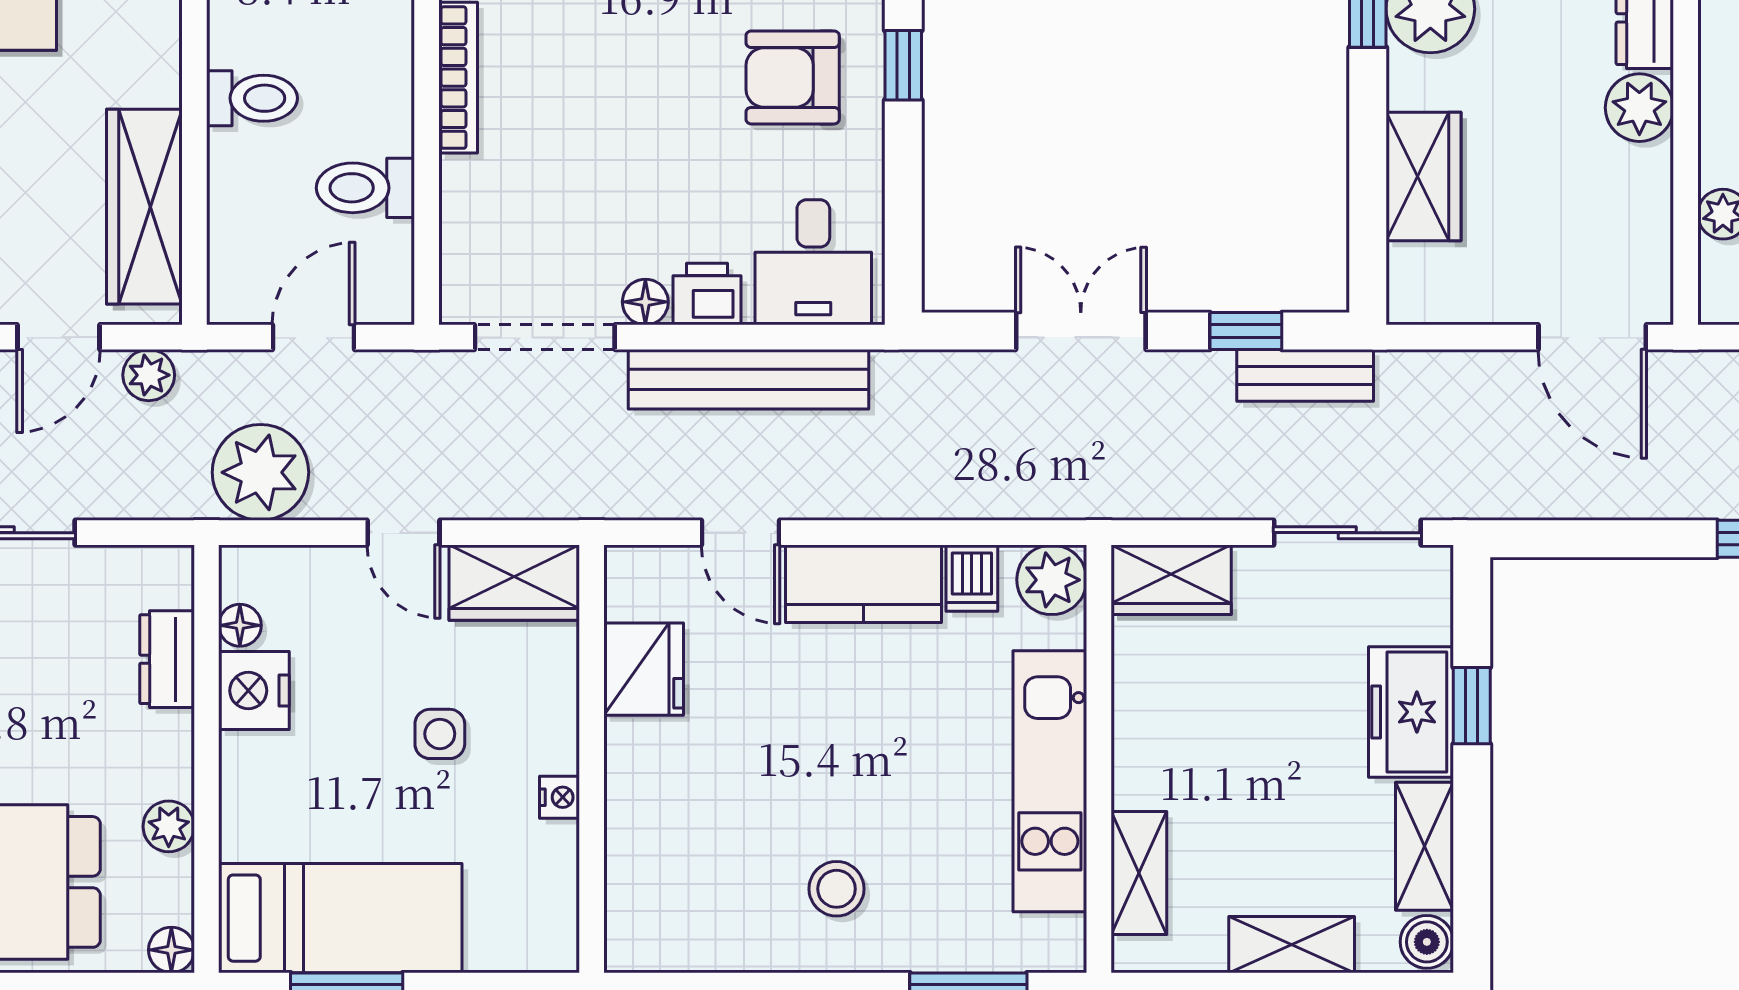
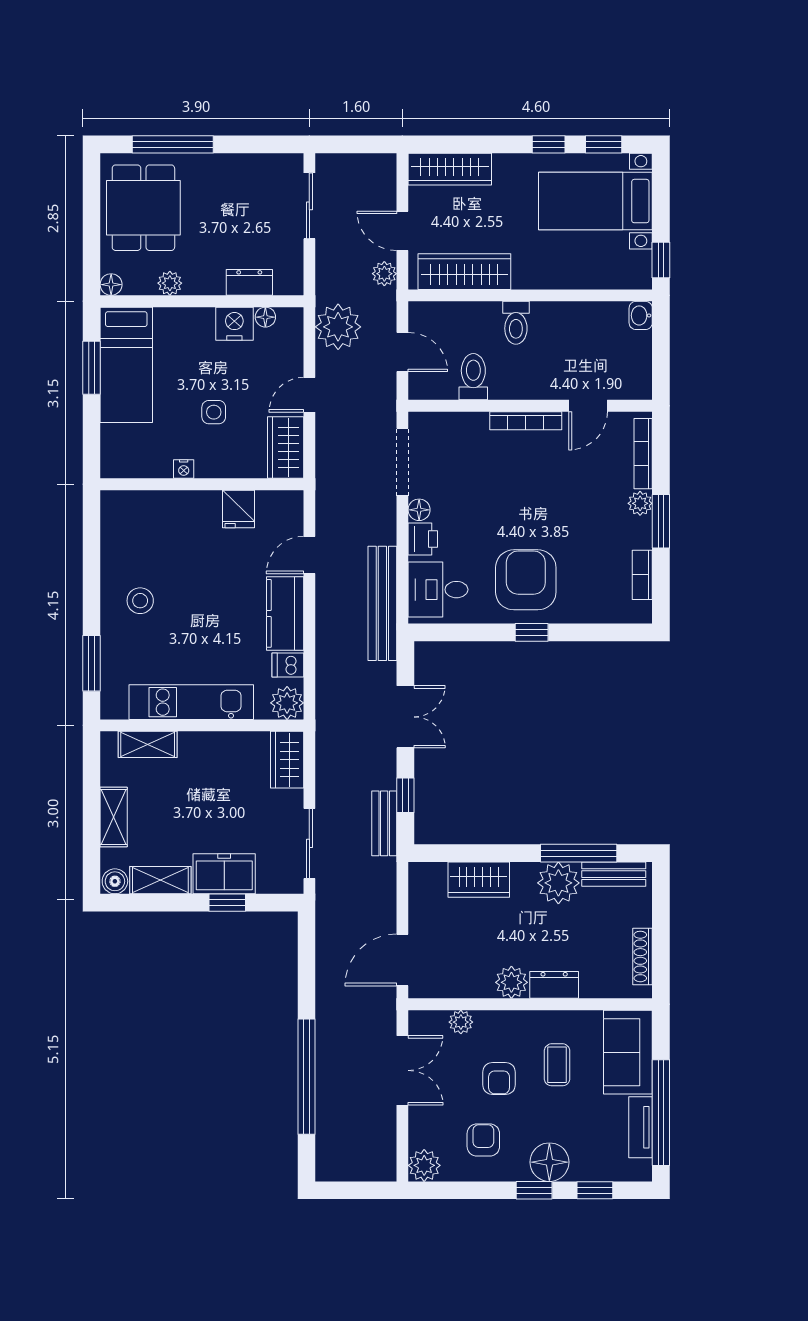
armchair: (793, 77) -> (526, 580), width x1.36, depth x1.36
bench: (749, 379) -> (382, 603), moved
fridge: (644, 669) -> (238, 509), width x0.72

